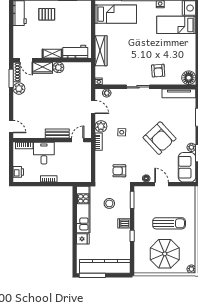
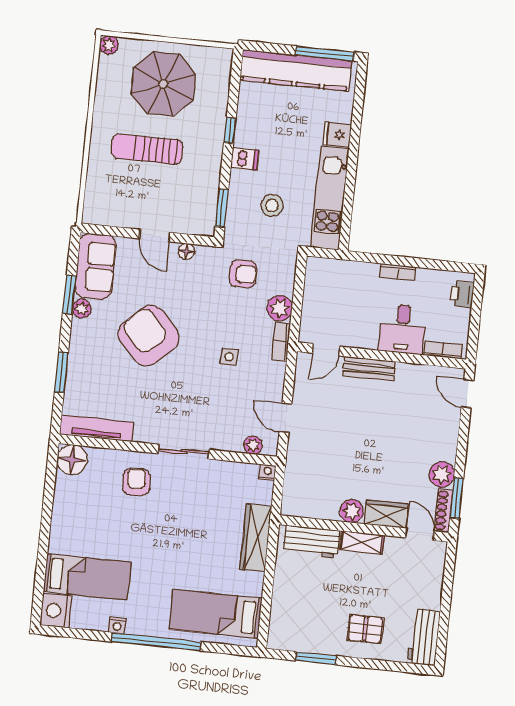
plant: (101, 126) -> (280, 308), moved

